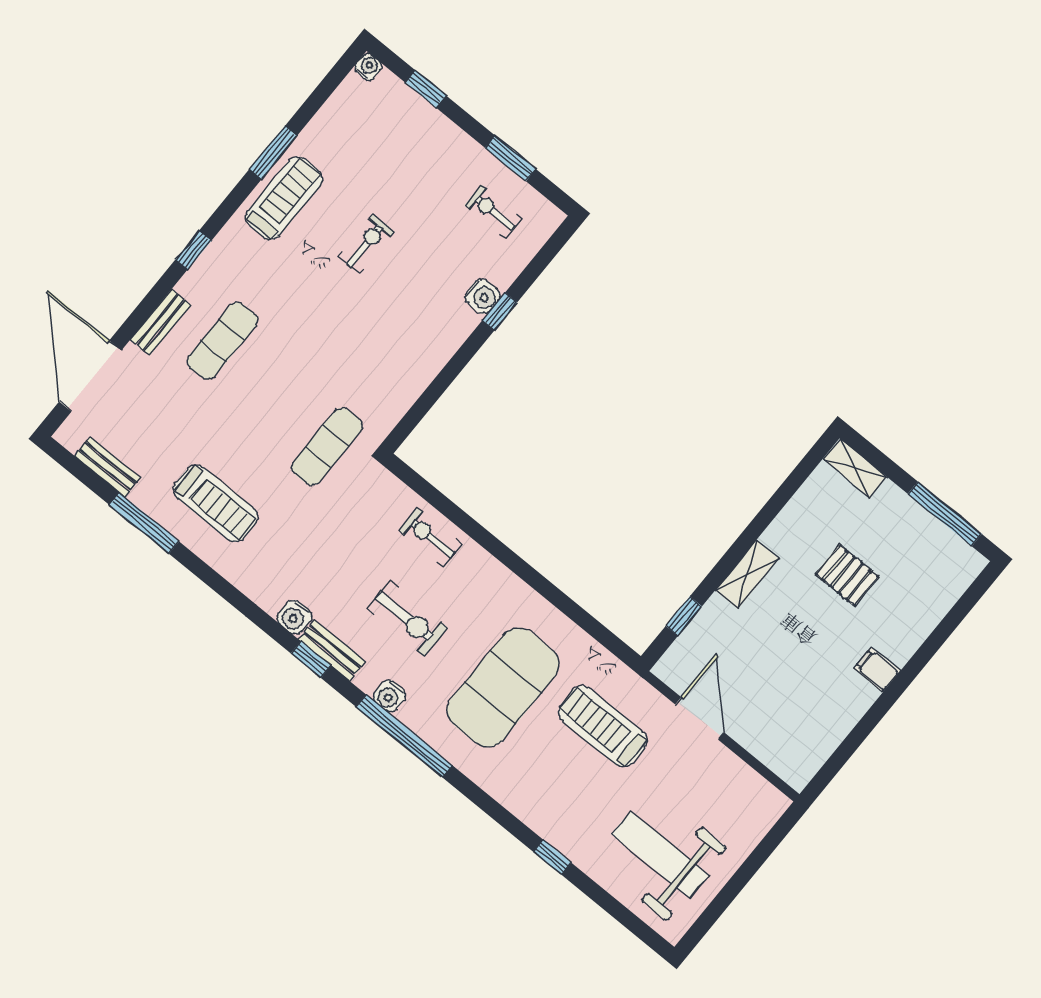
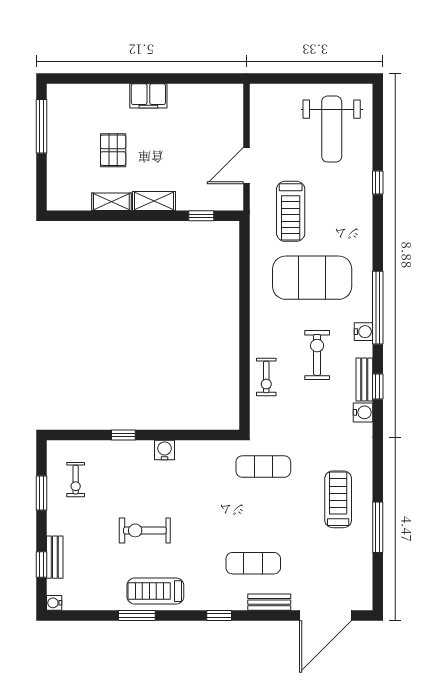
exercise bike: (366, 244) -> (145, 530), width x1.38, depth x1.39
water cooler: (483, 296) -> (165, 450), moved
bench: (107, 467) -> (55, 557), moved
shelving: (855, 468) -> (111, 202), moved, turned 90
filing cabinet: (877, 670) -> (148, 96), width x2.00

